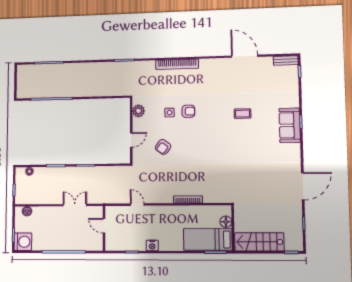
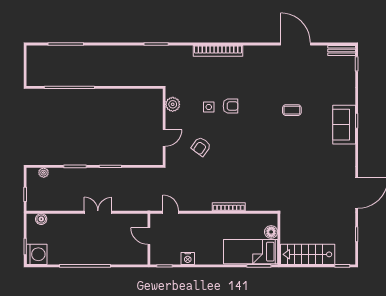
door: (104, 226) -> (149, 236), moved
wall: (104, 228) -> (149, 239), moved

